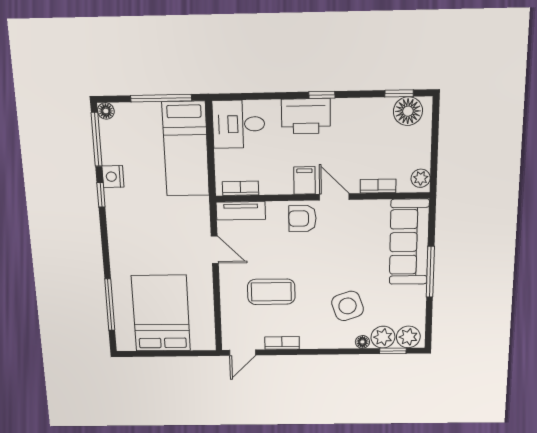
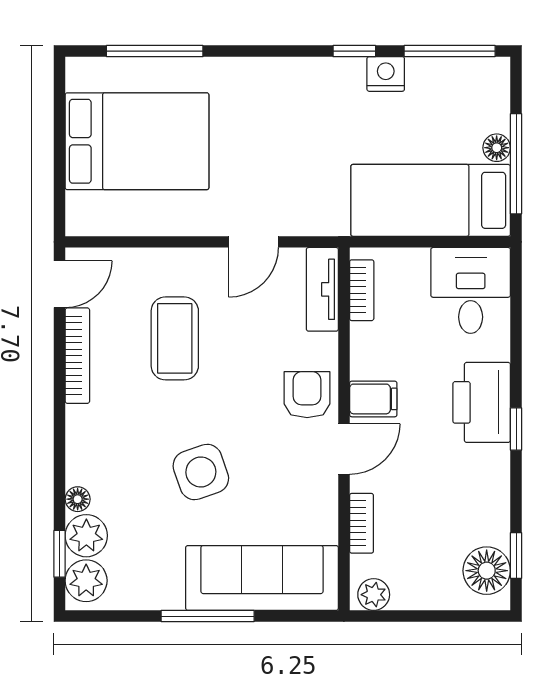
floor lamp: (106, 111) -> (497, 148), moved
side table: (348, 306) -> (201, 472), moved
bookcase: (282, 343) -> (77, 356), width x1.56
door: (243, 353) -> (60, 284), swing flipped

